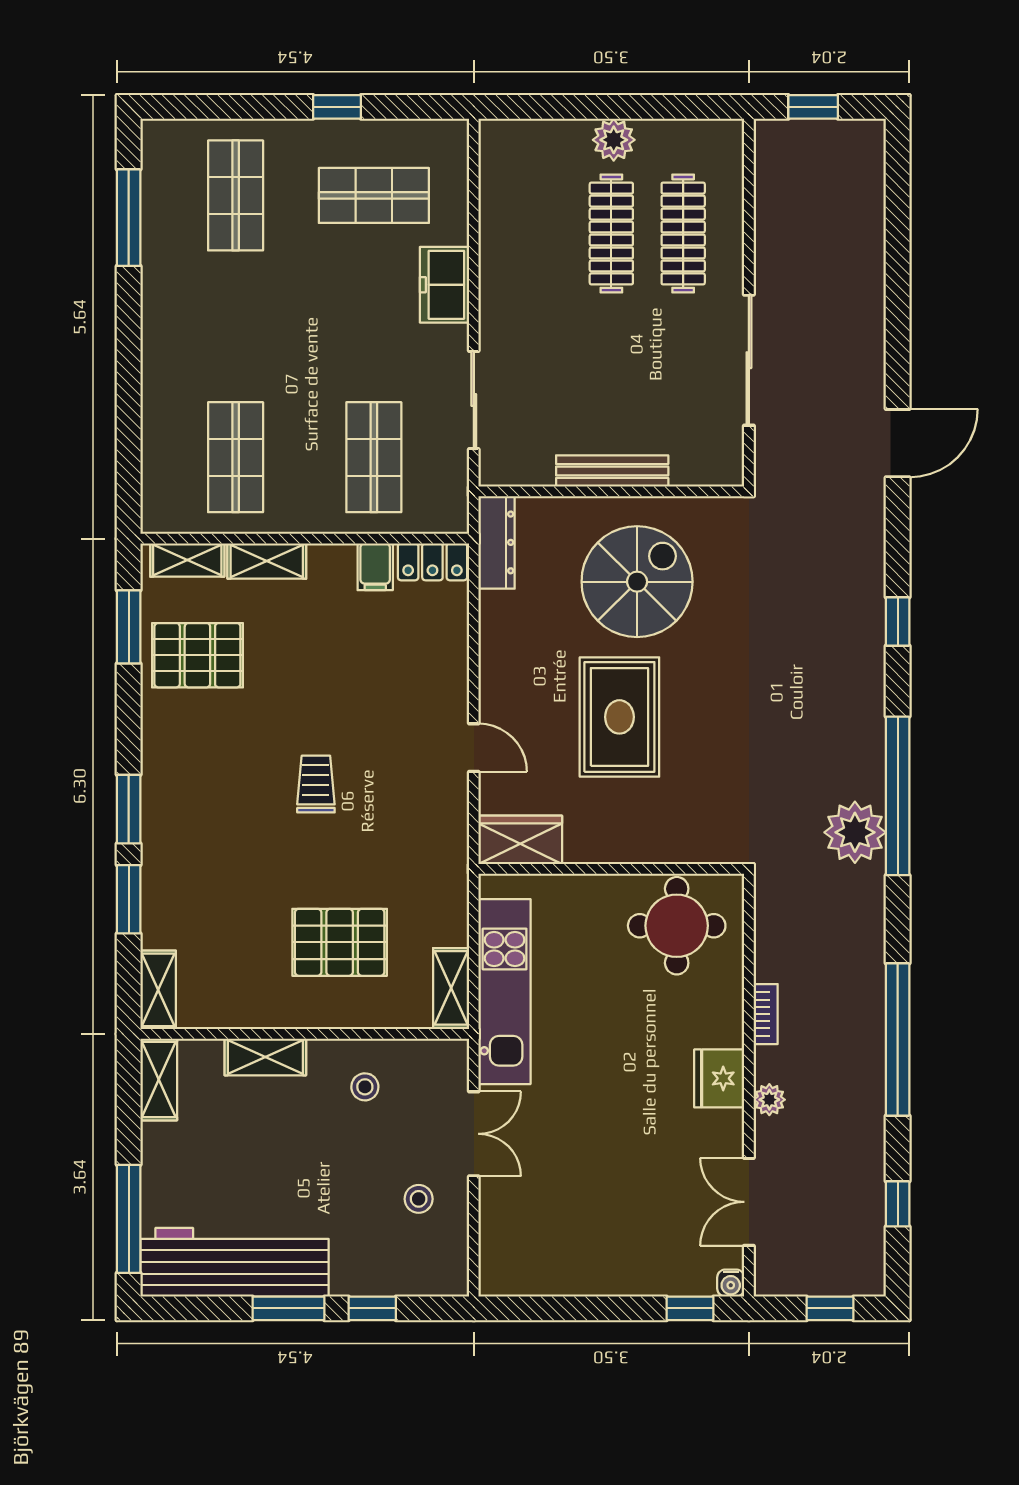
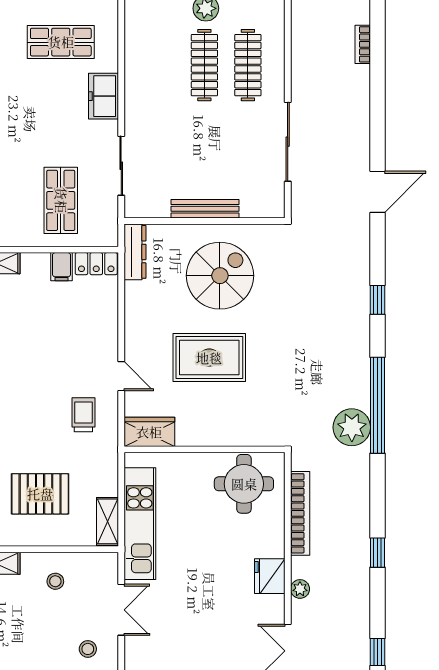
bookcase: (873, 199) -> (363, 44), added
rug: (619, 717) -> (209, 358), turned 90
trolley: (316, 784) -> (83, 415), moved
bookcase: (766, 1014) -> (300, 513), width x2.31, depth x1.31
window: (898, 1040) -> (378, 553), width x0.32

